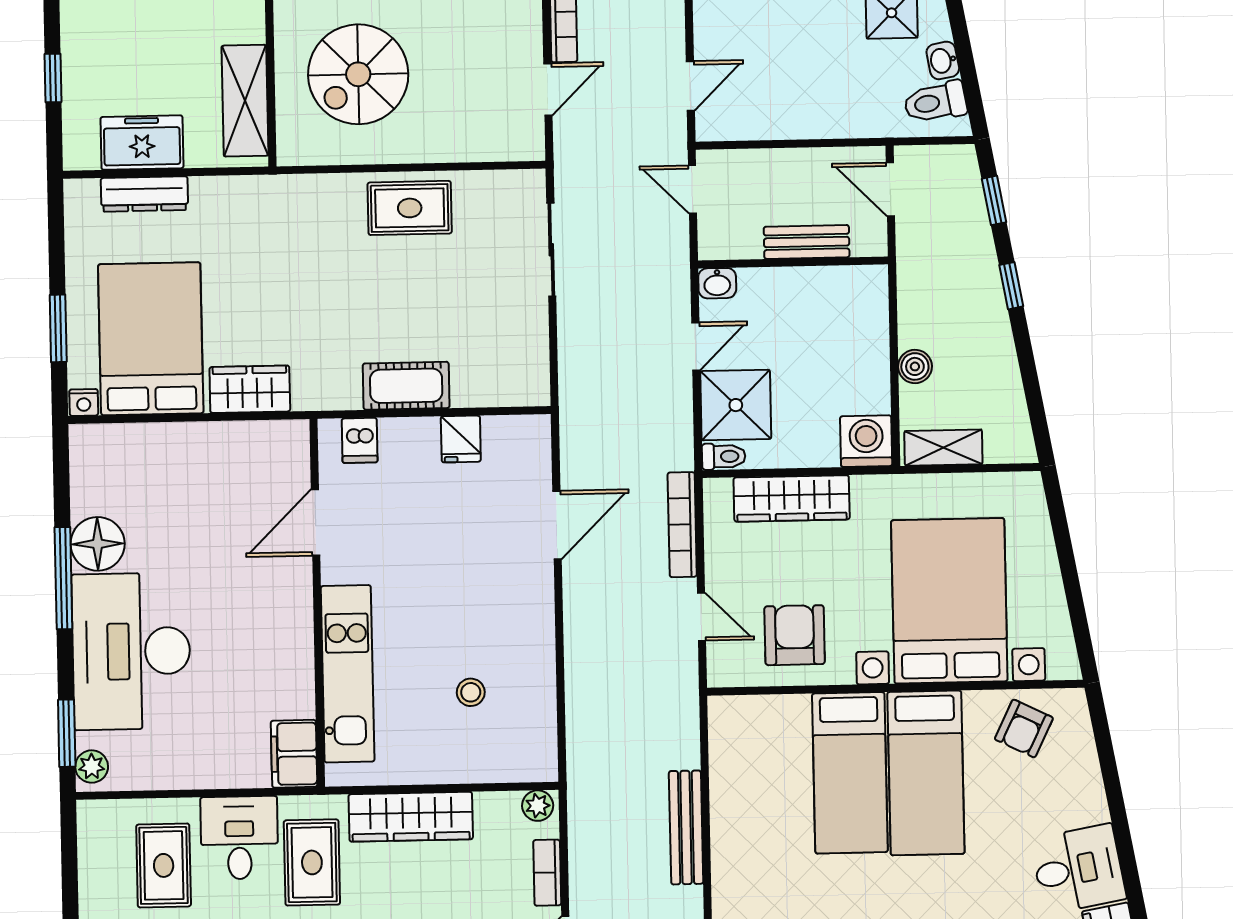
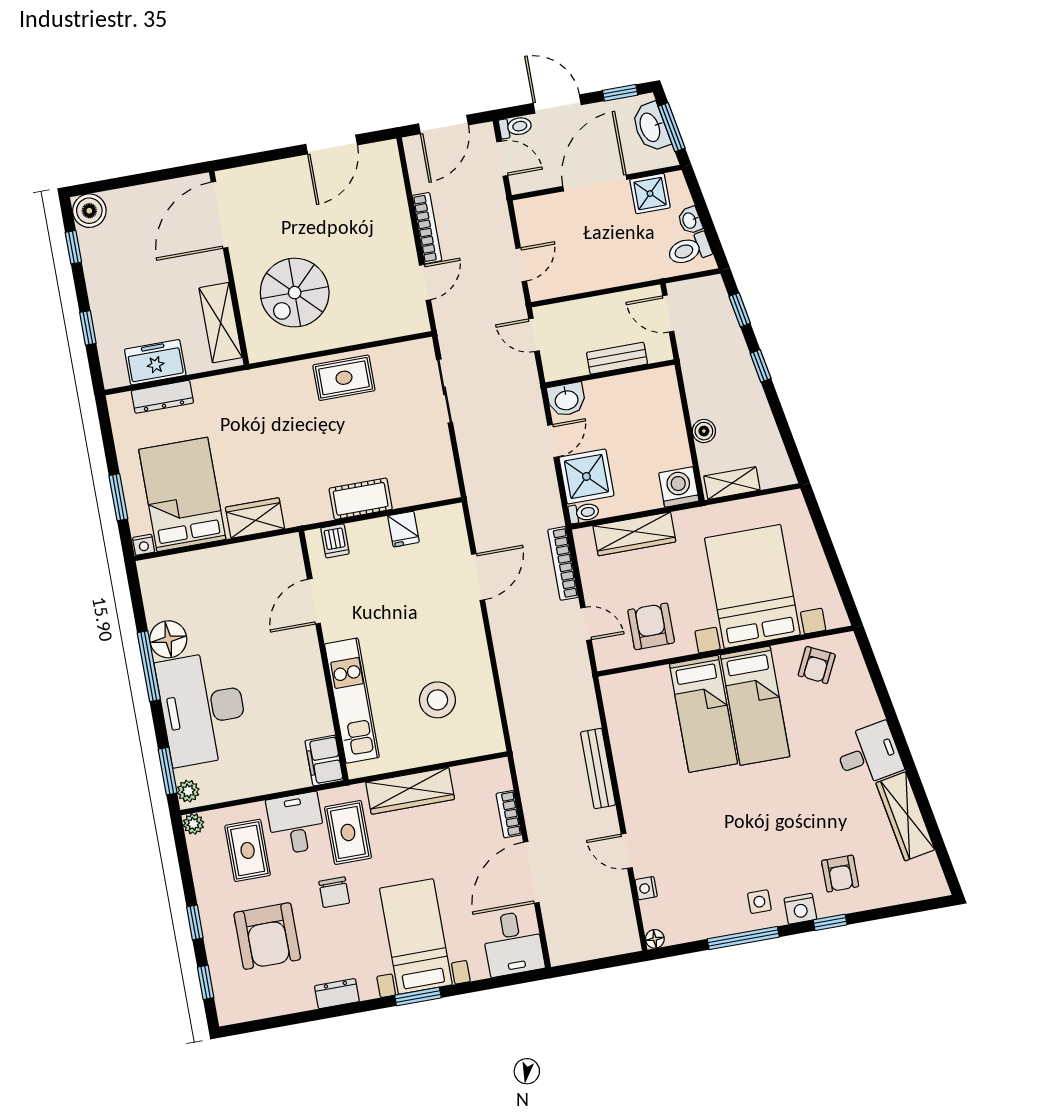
washbasin: (717, 283) -> (566, 399), width x1.38, depth x1.45
stool: (471, 692) -> (437, 700), width x1.89, depth x1.89
plant: (538, 806) -> (193, 824), moved

